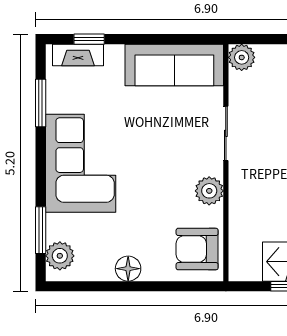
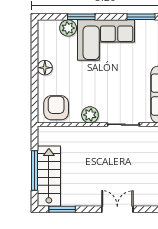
window: (41, 230) -> (81, 17), moved
plant: (60, 256) -> (68, 28), moved

